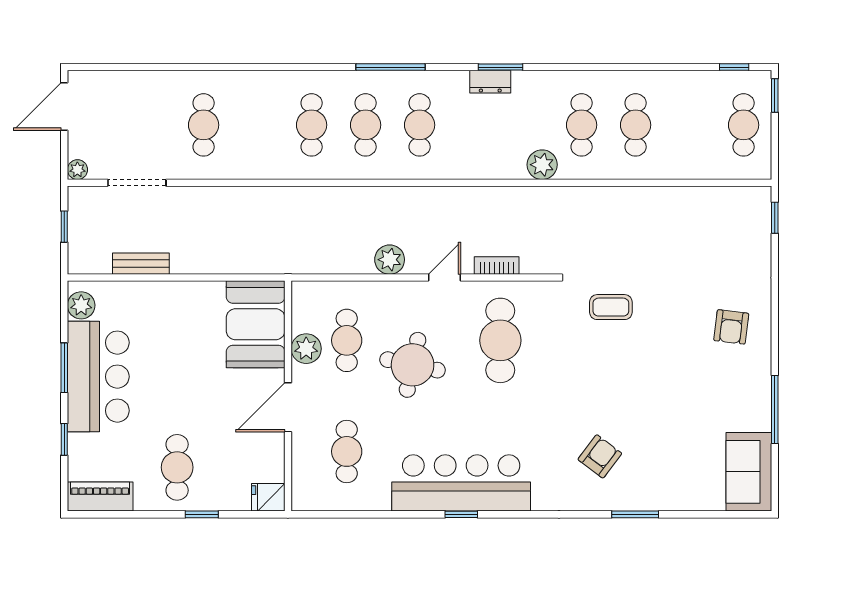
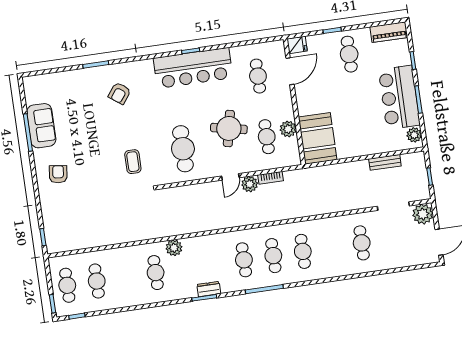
cafe table: (636, 125) -> (97, 281), moved
plant: (77, 170) -> (423, 214), width x1.87, depth x1.87
bookcase: (497, 265) -> (271, 178), moved
door: (445, 278) -> (230, 177), moved
coffee table: (611, 307) -> (133, 162), moved, turned 90
door: (288, 407) -> (290, 71), moved
sofa: (749, 472) -> (41, 126), moved

